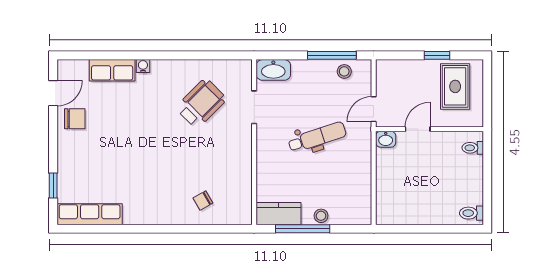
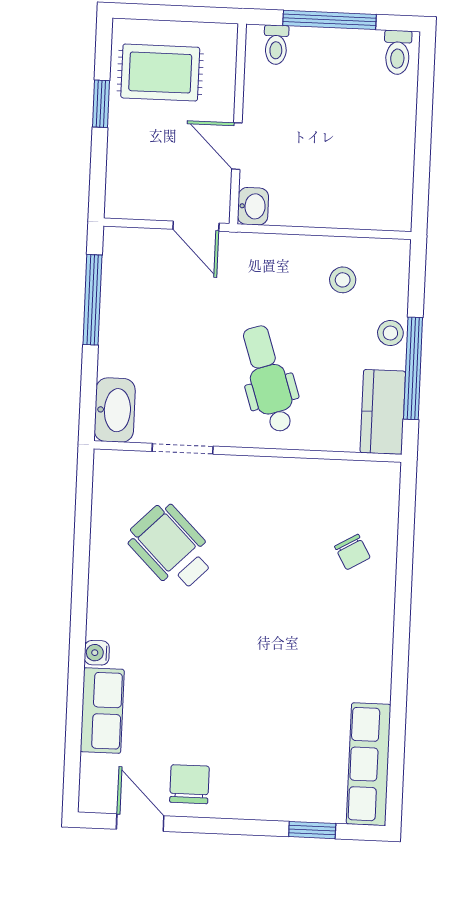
stool: (344, 71) -> (343, 280), moved
dental chair: (317, 137) -> (268, 379), moved
window: (487, 176) -> (329, 20), added

